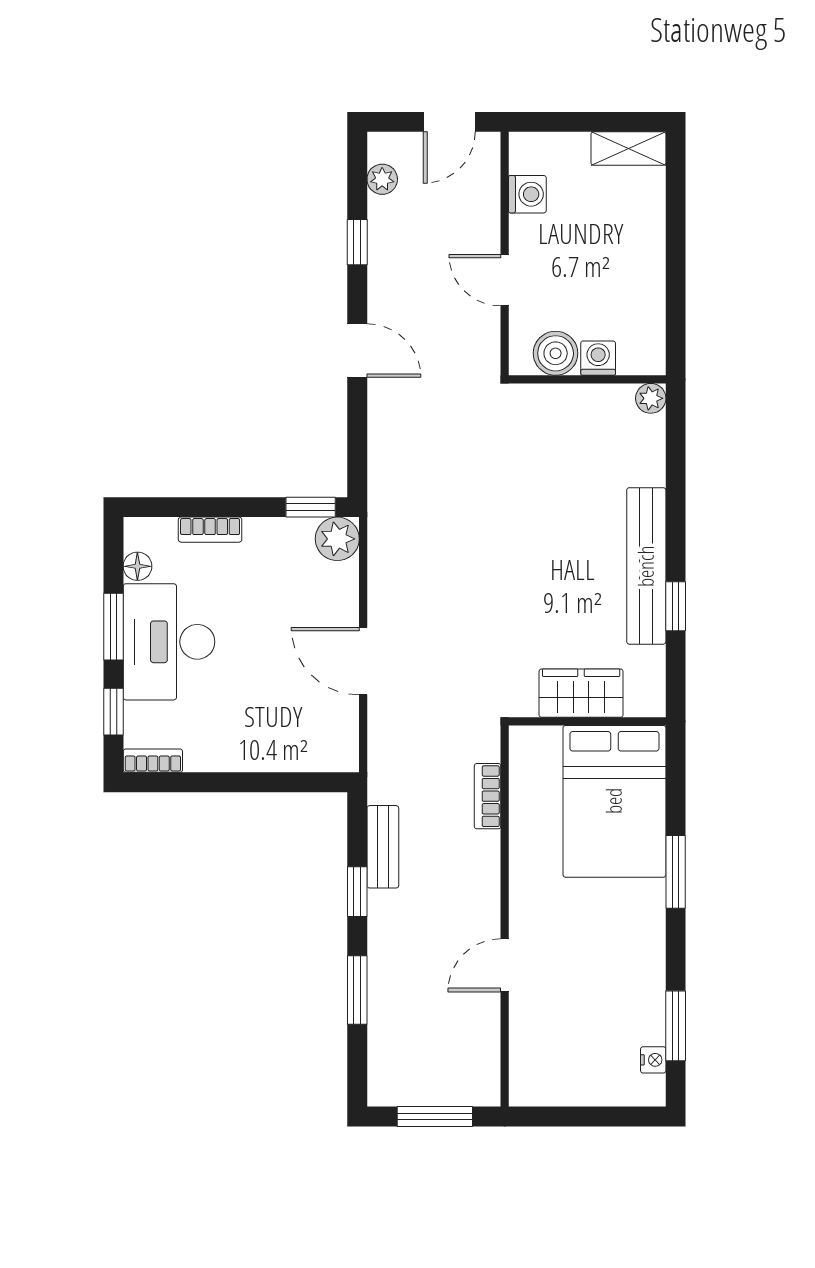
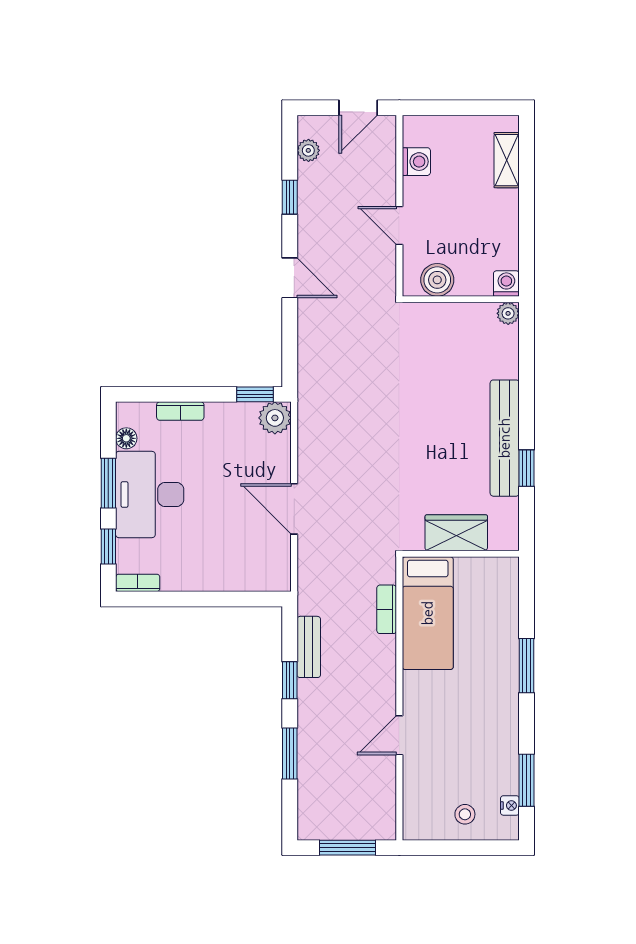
shelving: (628, 149) -> (507, 160), moved, turned 90
washing machine: (598, 358) -> (506, 283), moved
bed: (614, 801) -> (428, 613), moved, width x0.67
stool: (593, 1072) -> (465, 814), added

